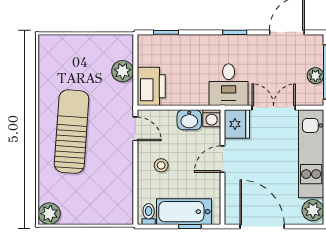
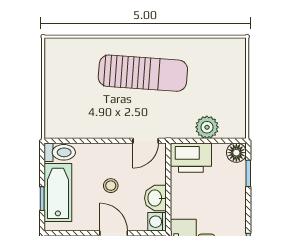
floor lamp: (147, 43) -> (236, 153), added
stool: (161, 165) -> (111, 186), moved
plant: (49, 214) -> (56, 49), removed
toilet: (149, 214) -> (60, 152), width x1.37, depth x1.39

